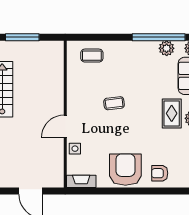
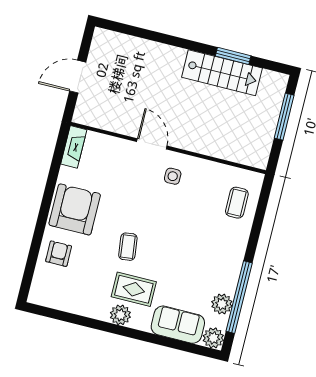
coffee table: (114, 103) -> (128, 247), moved
side table: (75, 149) -> (173, 176), moved
armchair: (125, 170) -> (75, 209), turned -90

